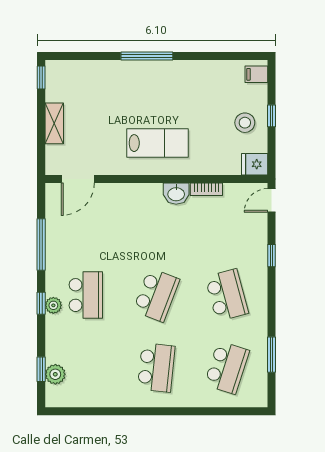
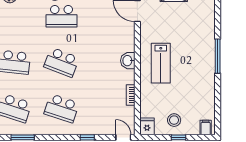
washbasin: (176, 194) -> (128, 61), moved
school desk: (227, 295) -> (62, 108), turned 33

